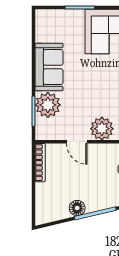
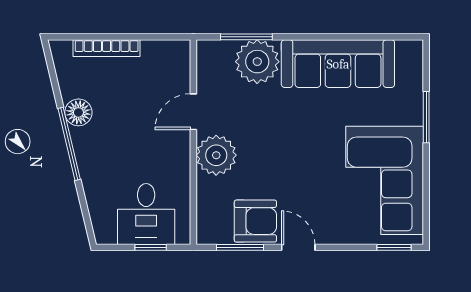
sofa: (49, 67) -> (338, 64), width x1.36
bookcase: (40, 163) -> (107, 48), moved

